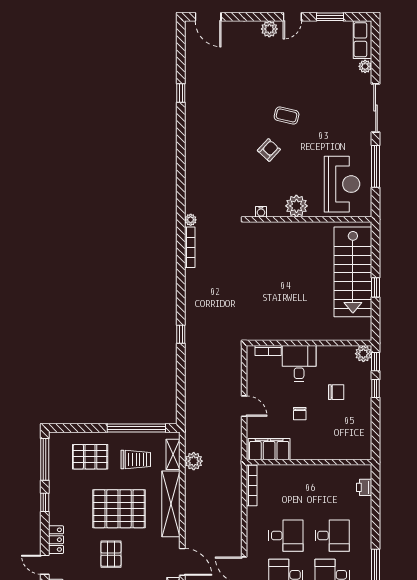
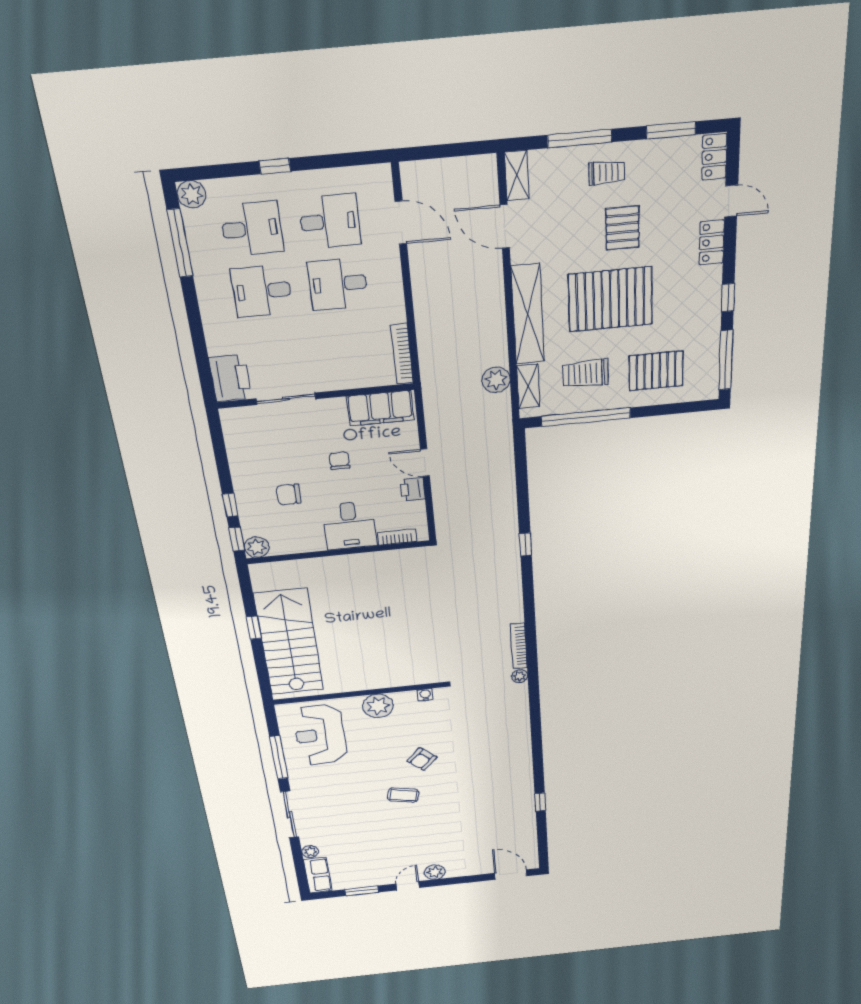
printer: (254, 387) -> (413, 489), added
sliding door: (328, 462) -> (286, 399), added
printer: (364, 487) -> (230, 378), width x1.87, depth x1.48

